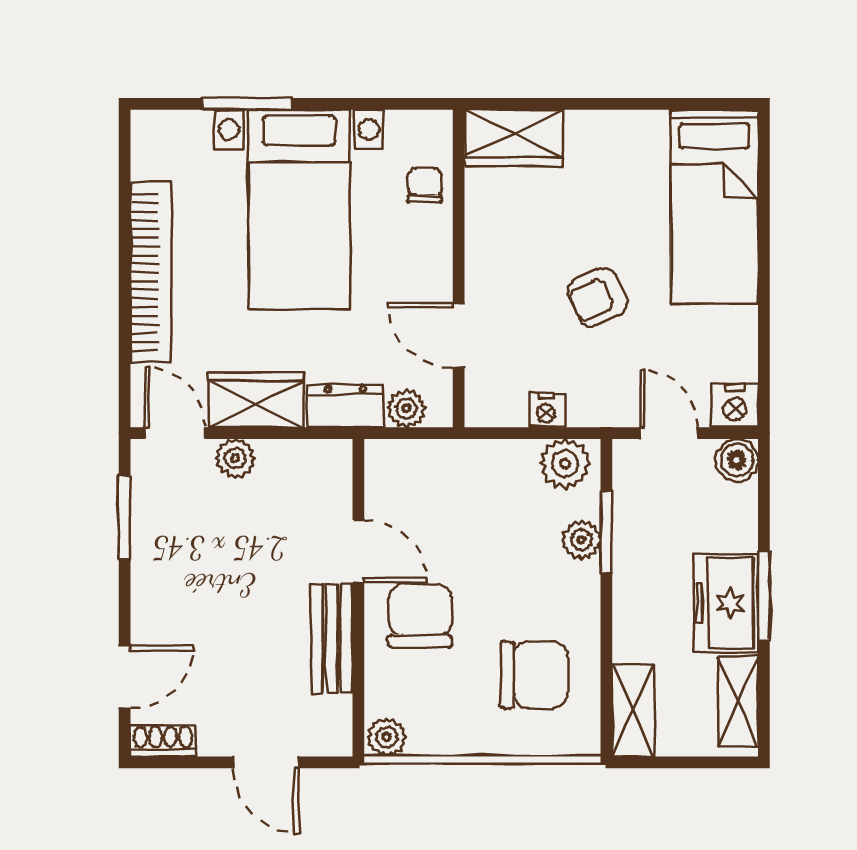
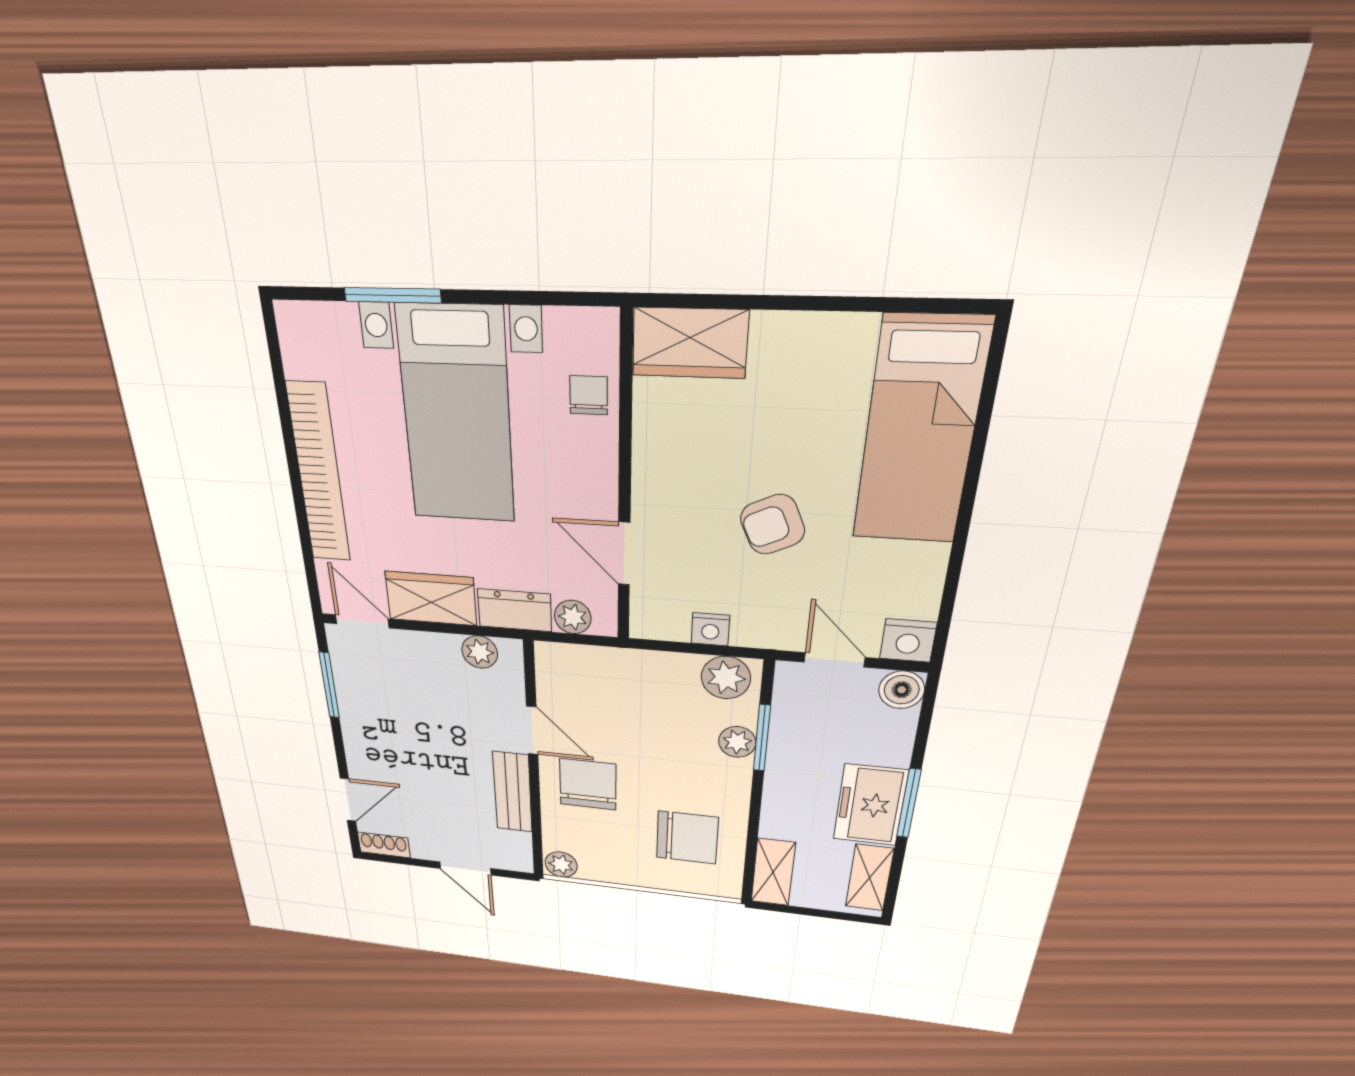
plant: (235, 458) -> (480, 652), moved

